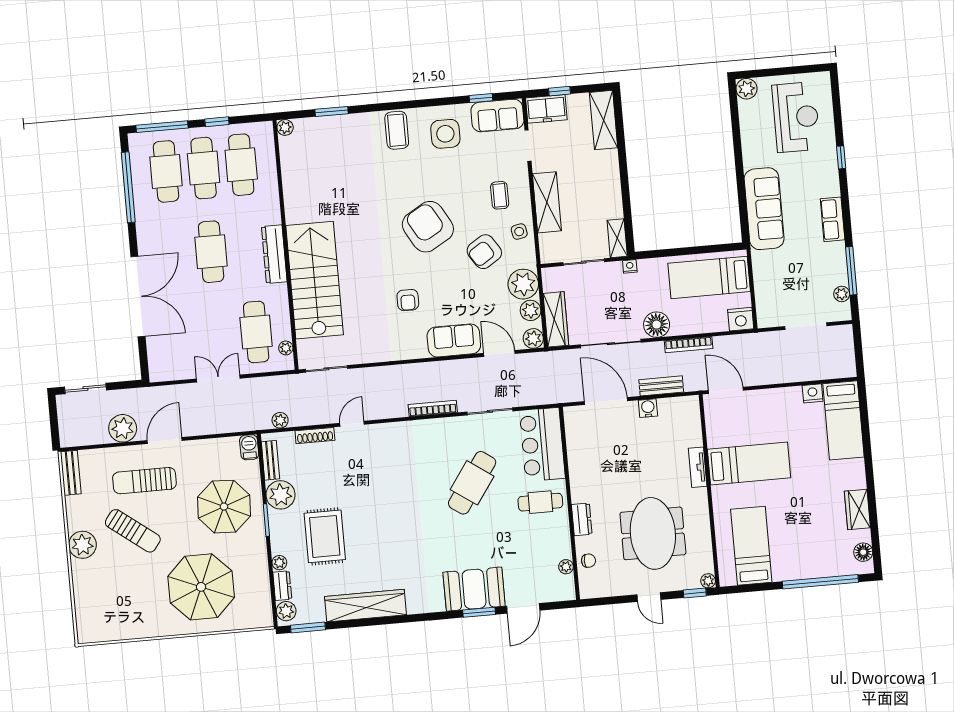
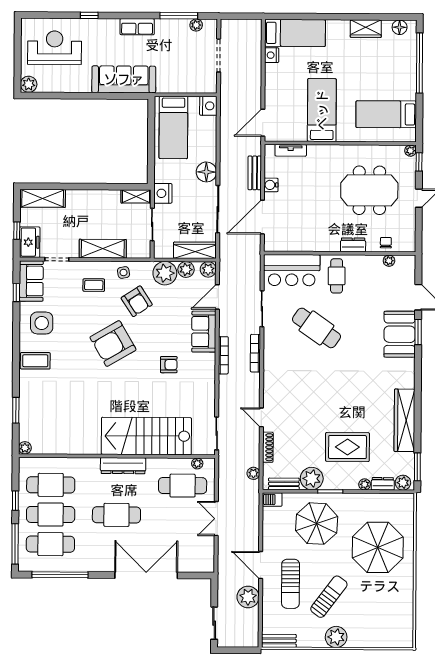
nightstand: (630, 266) -> (163, 193), width x1.89, depth x1.79
bookcase: (689, 345) -> (223, 355), moved
tv unit: (698, 467) -> (291, 150), moved

